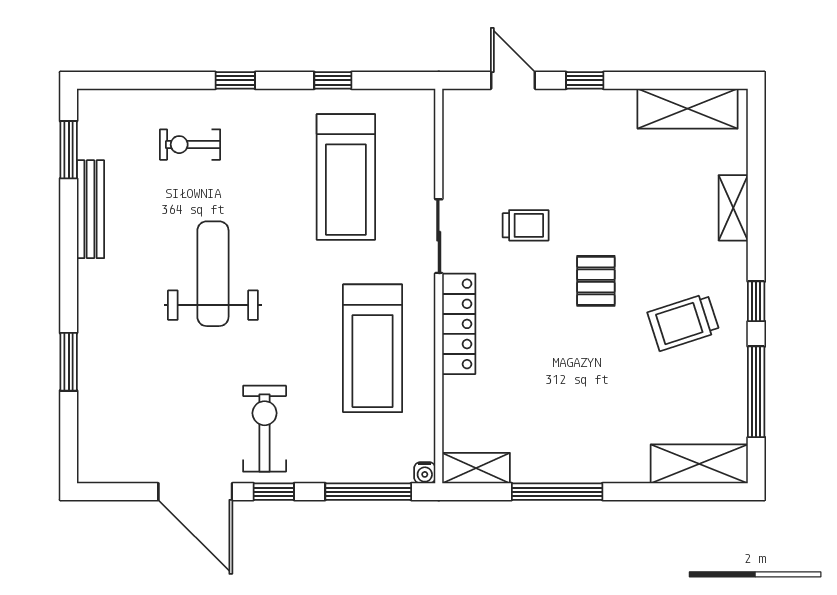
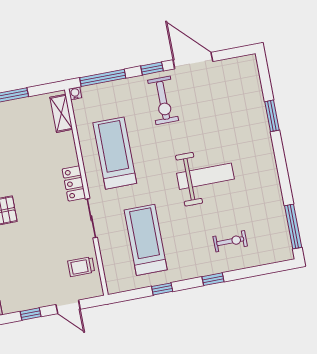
window: (69, 150) -> (293, 226), width x1.44
bench: (91, 209) -> (276, 198), removed
trolley: (526, 225) -> (81, 267), moved
weight bench: (213, 274) -> (205, 176), turned -90
locker: (459, 324) -> (74, 183), width x0.66
shelving: (476, 468) -> (61, 113), moved, turned 90

